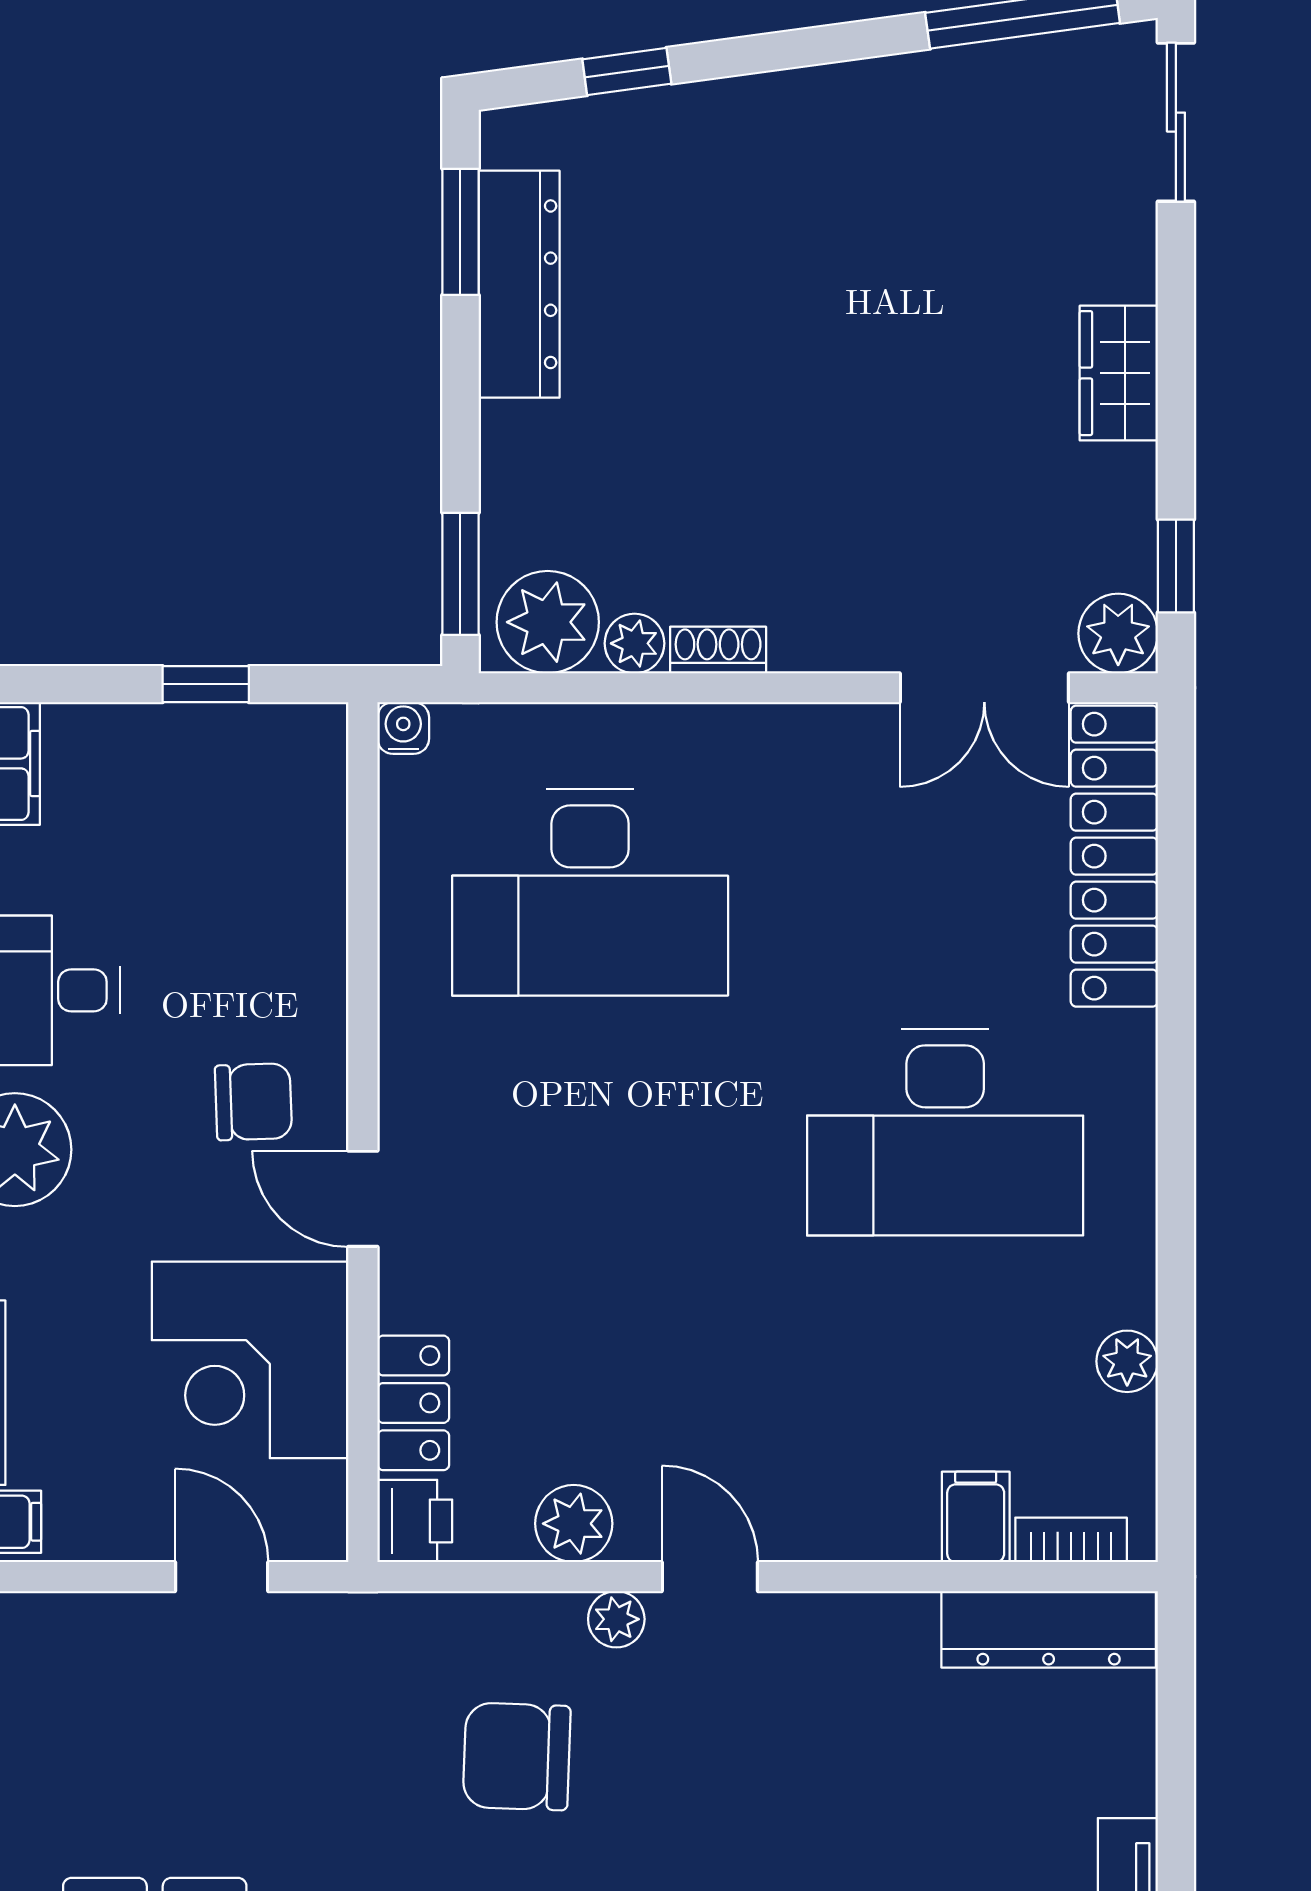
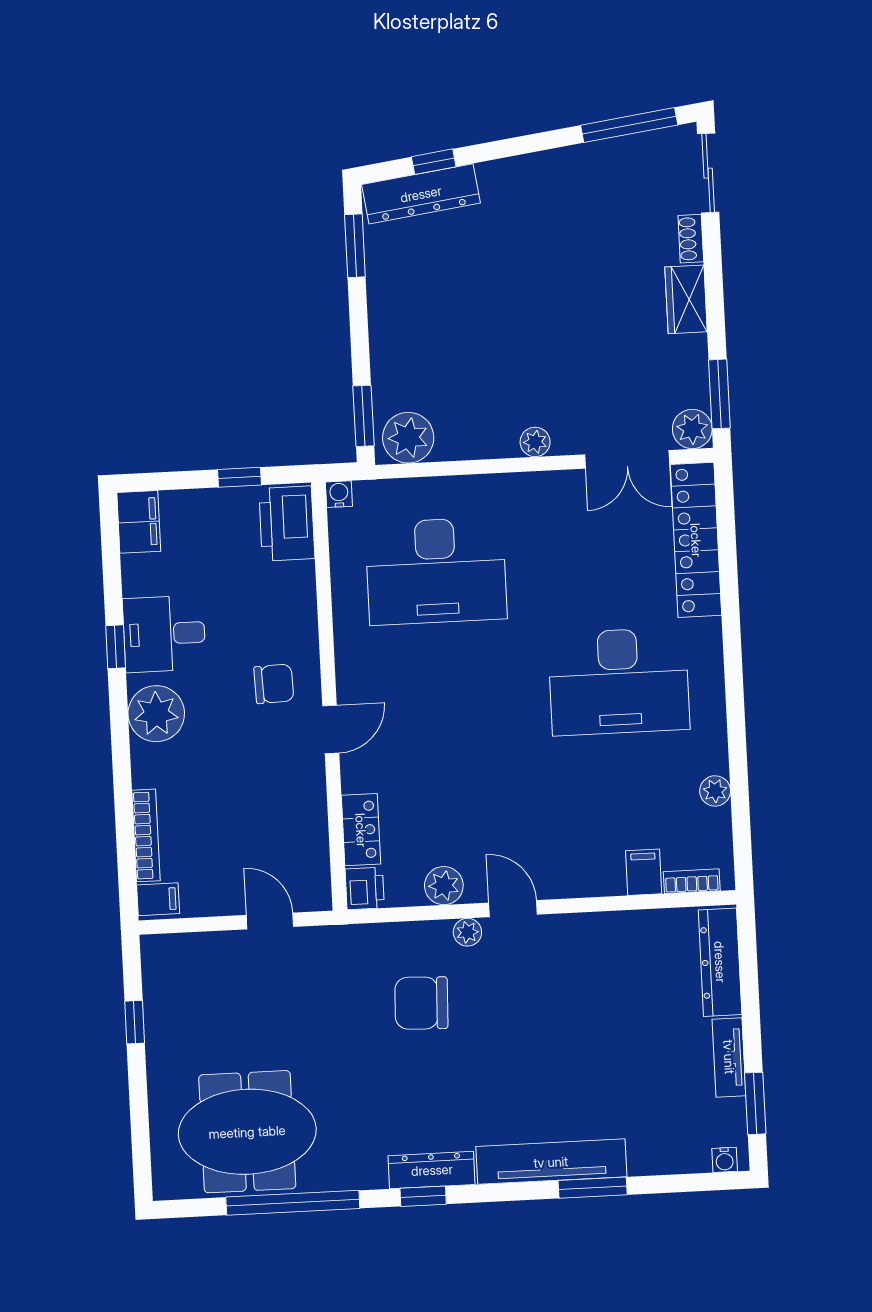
dresser: (519, 284) -> (421, 194), moved, turned 82
window: (1176, 566) -> (719, 394), width x1.50
plant: (634, 643) -> (535, 442), moved
shoe rack: (718, 650) -> (691, 239), moved, turned -90
printer: (296, 782) -> (287, 524), added
door: (363, 1199) -> (331, 729), swing flipped
corner desk: (250, 1360) -> (279, 812), removed
dresser: (1049, 1629) -> (720, 962), moved, turned 90

